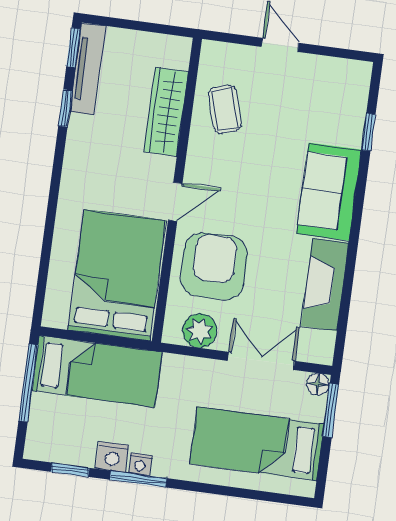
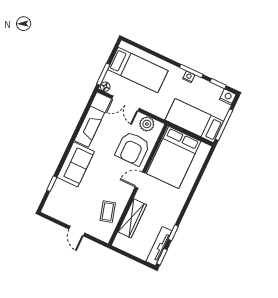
nightstand: (112, 457) -> (228, 97), moved

